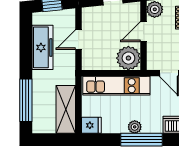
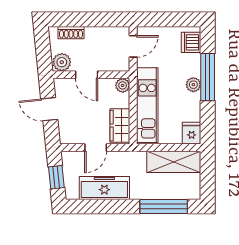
door: (79, 40) -> (96, 148), hinge flipped
plant: (128, 58) -> (123, 85), width x0.53, depth x0.53
wardrobe: (98, 61) -> (120, 126), added

